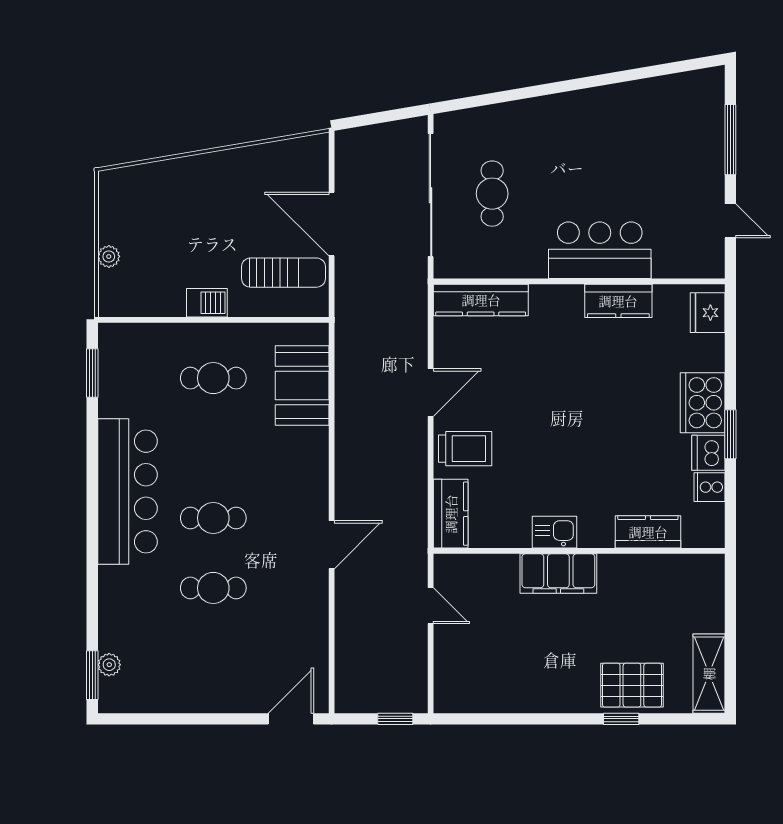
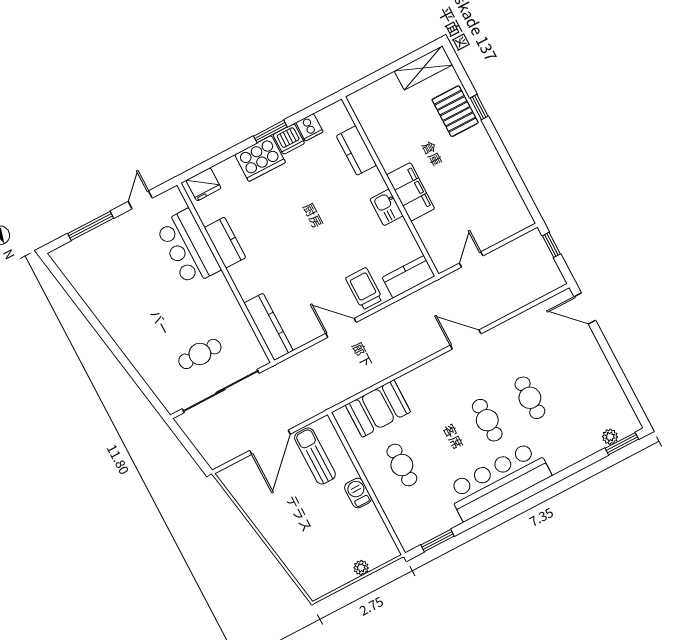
bar counter: (600, 250) -> (188, 248), moved

